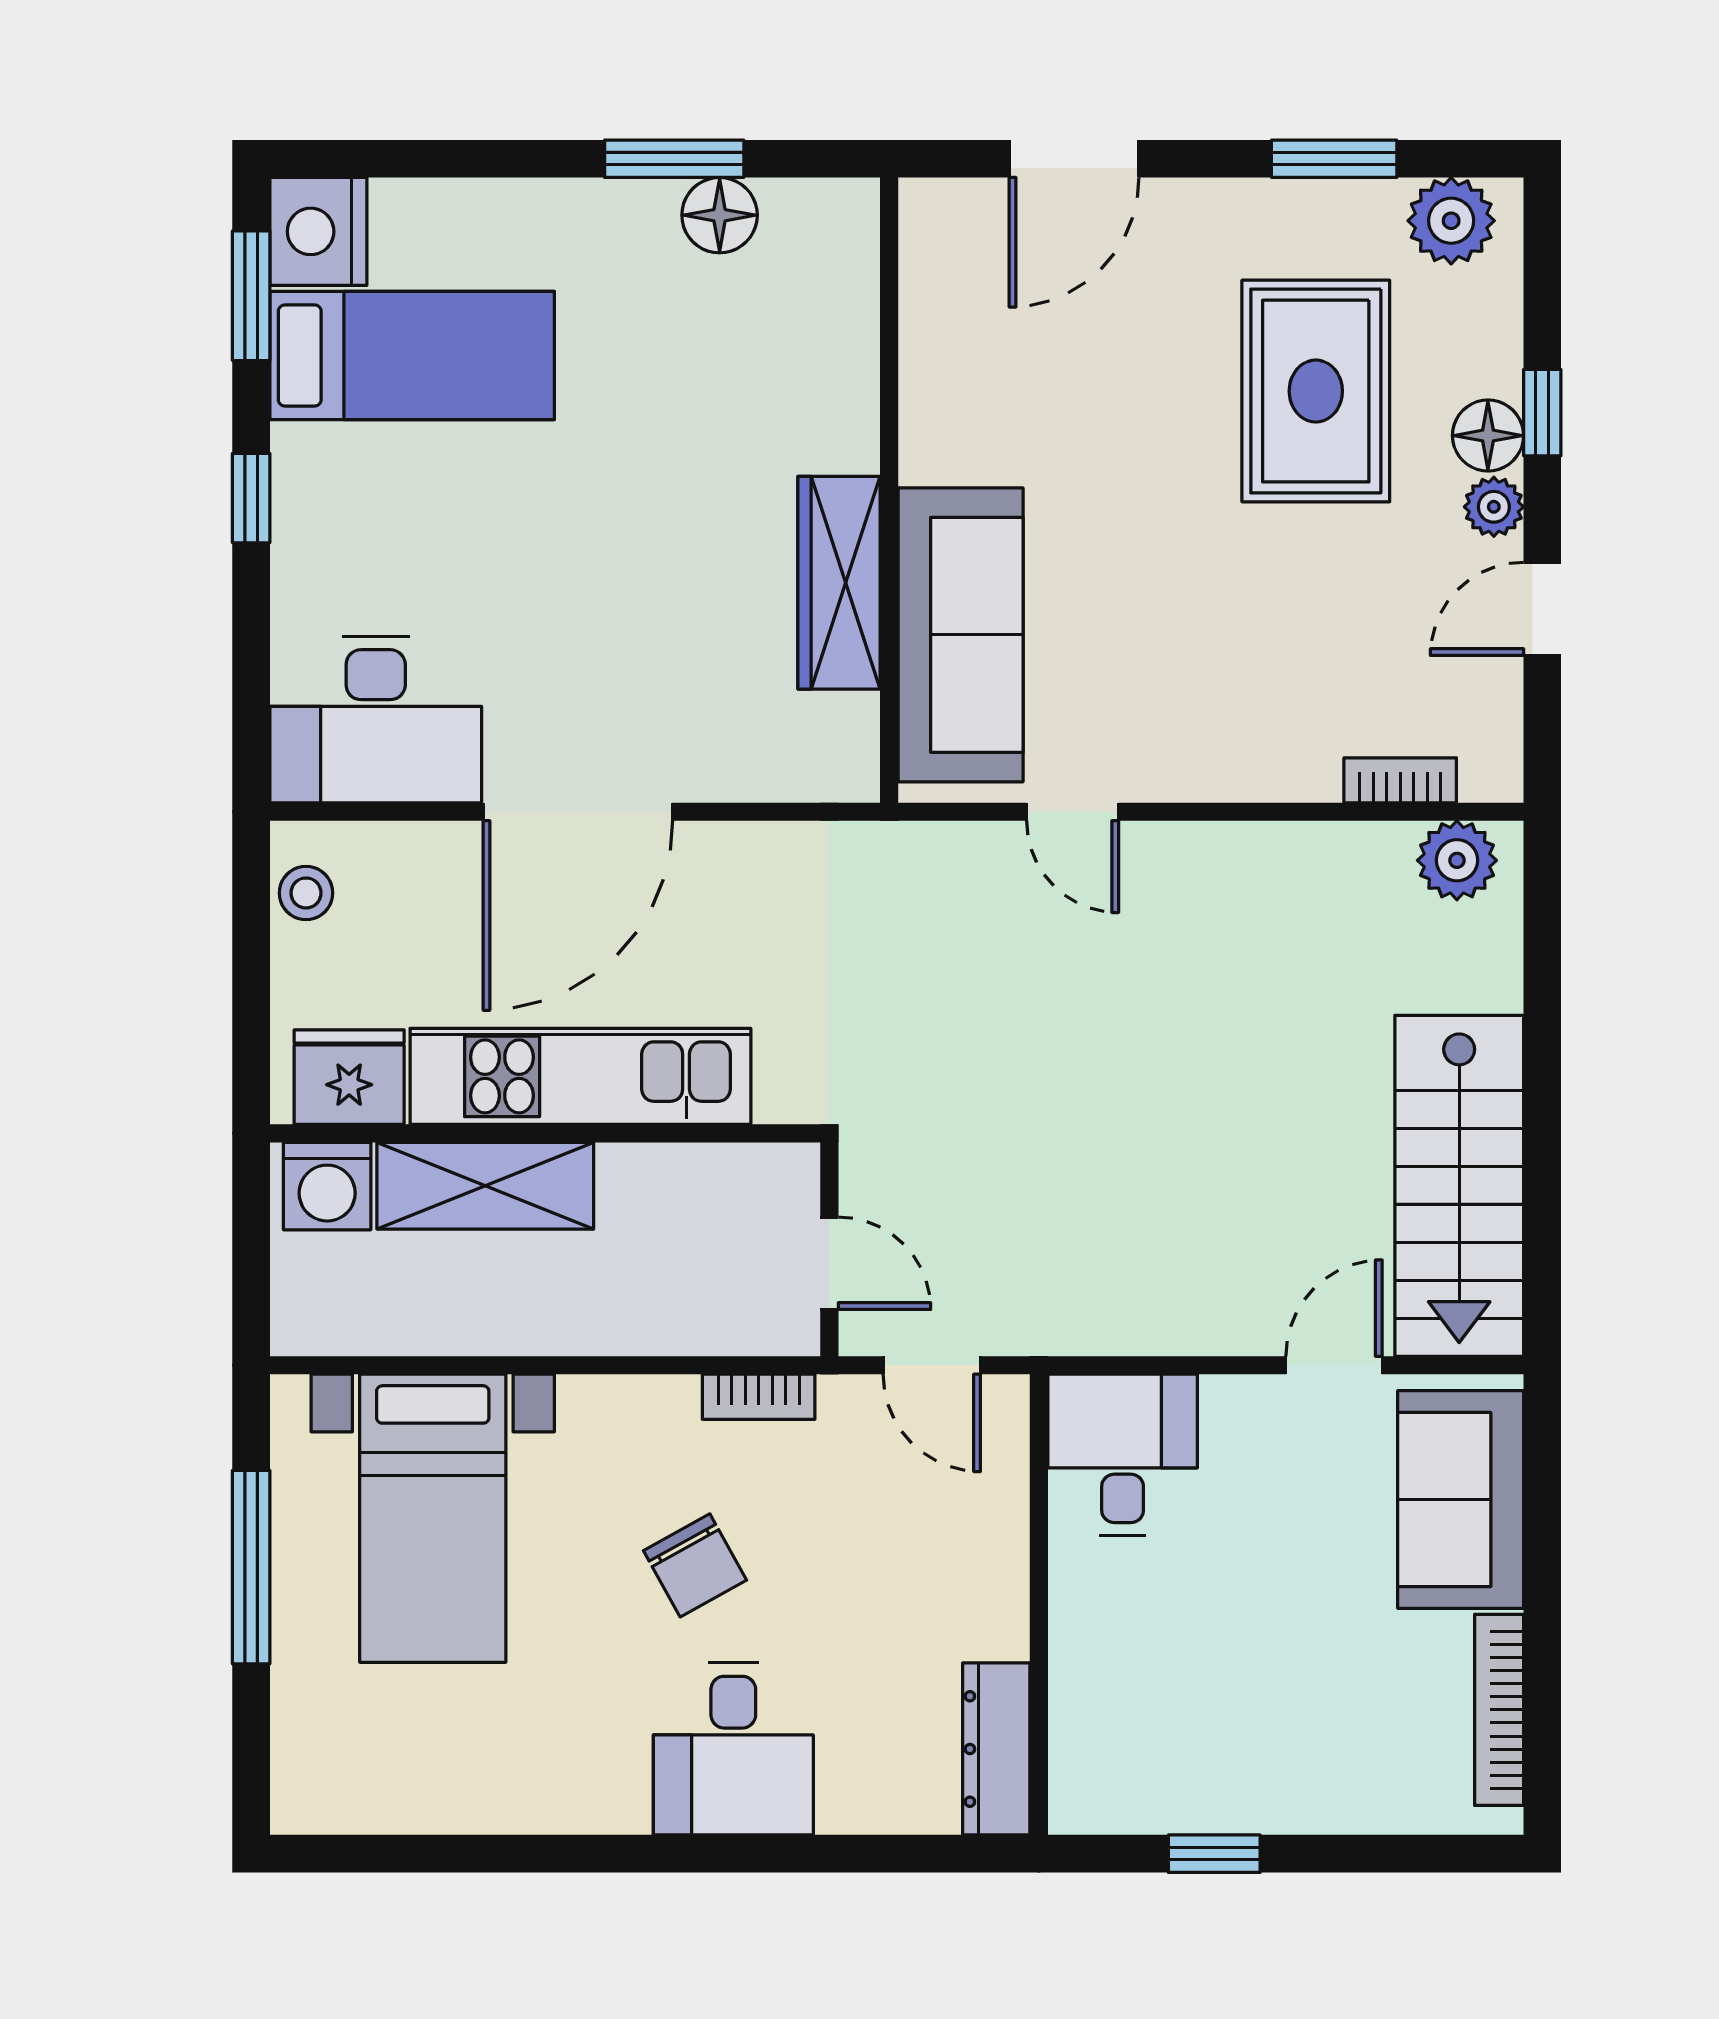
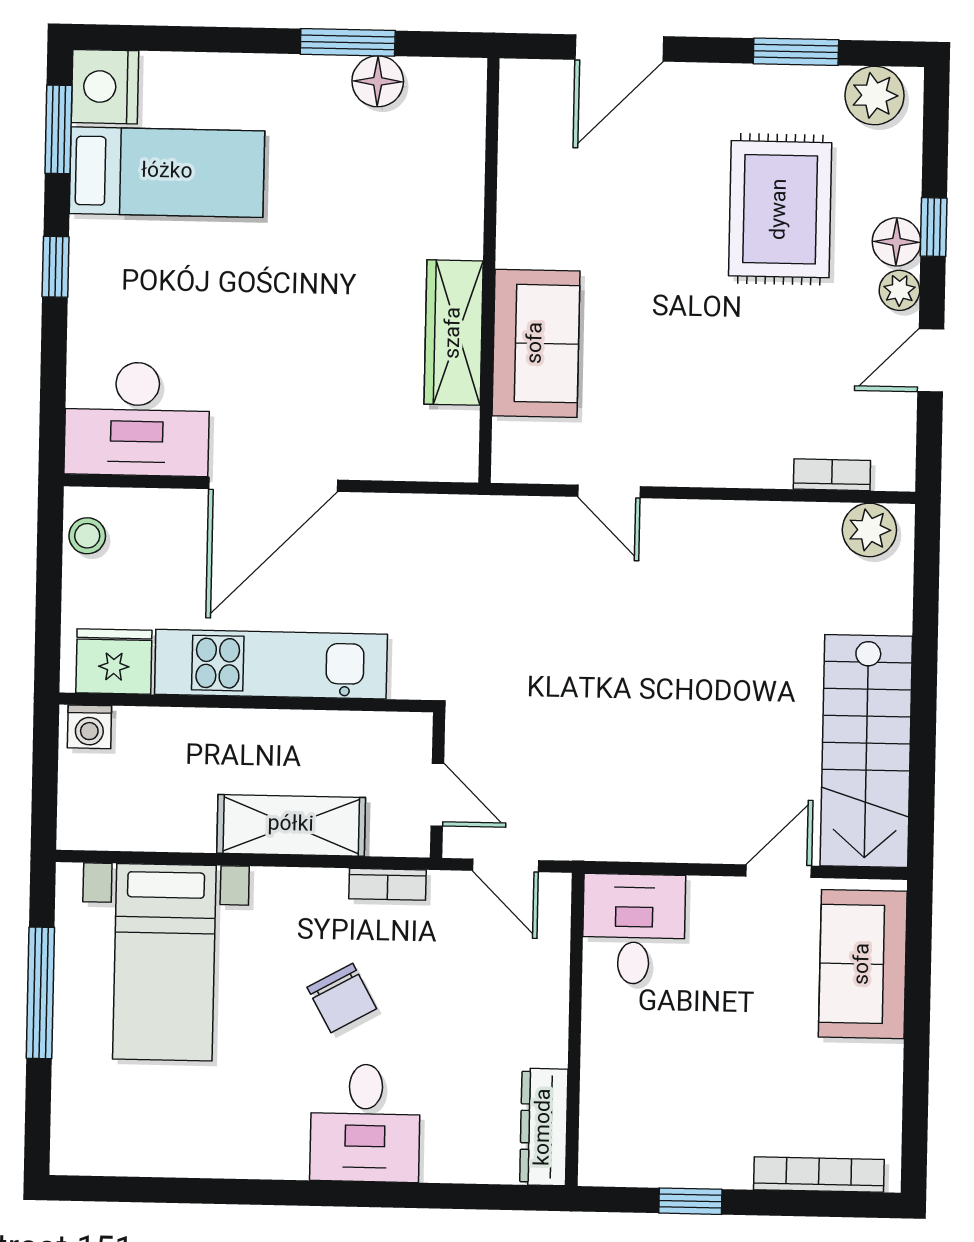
sofa: (961, 635) -> (536, 343), width x0.73
washing machine: (327, 1186) -> (89, 727), width x0.73, depth x0.73
shelving: (485, 1186) -> (291, 825), moved
bookcase: (1499, 1710) -> (819, 1175), moved, turned 90

